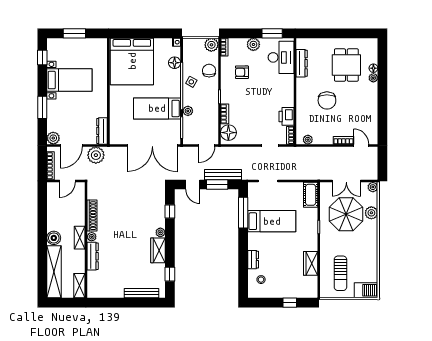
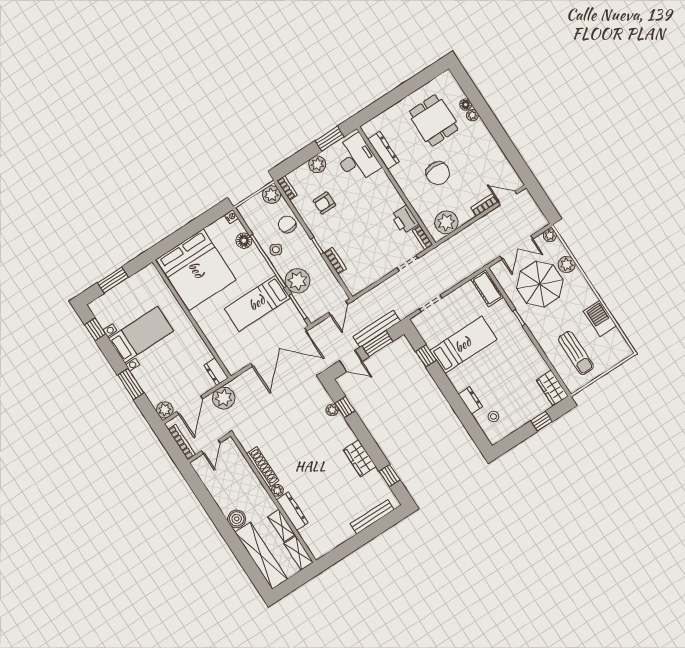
plant: (188, 111) -> (298, 281), width x1.87, depth x1.87
dresser: (102, 131) -> (216, 372), width x0.70
floor lamp: (228, 133) -> (353, 279), removed
plant: (308, 140) -> (446, 222), width x1.88, depth x1.88
window: (243, 213) -> (426, 356), width x0.46
plant: (160, 232) -> (332, 410), moved
shelving: (80, 238) -> (281, 526), moved
wardrobe: (311, 263) -> (552, 388), moved
barbecue: (366, 290) -> (600, 319), moved, turned -90

